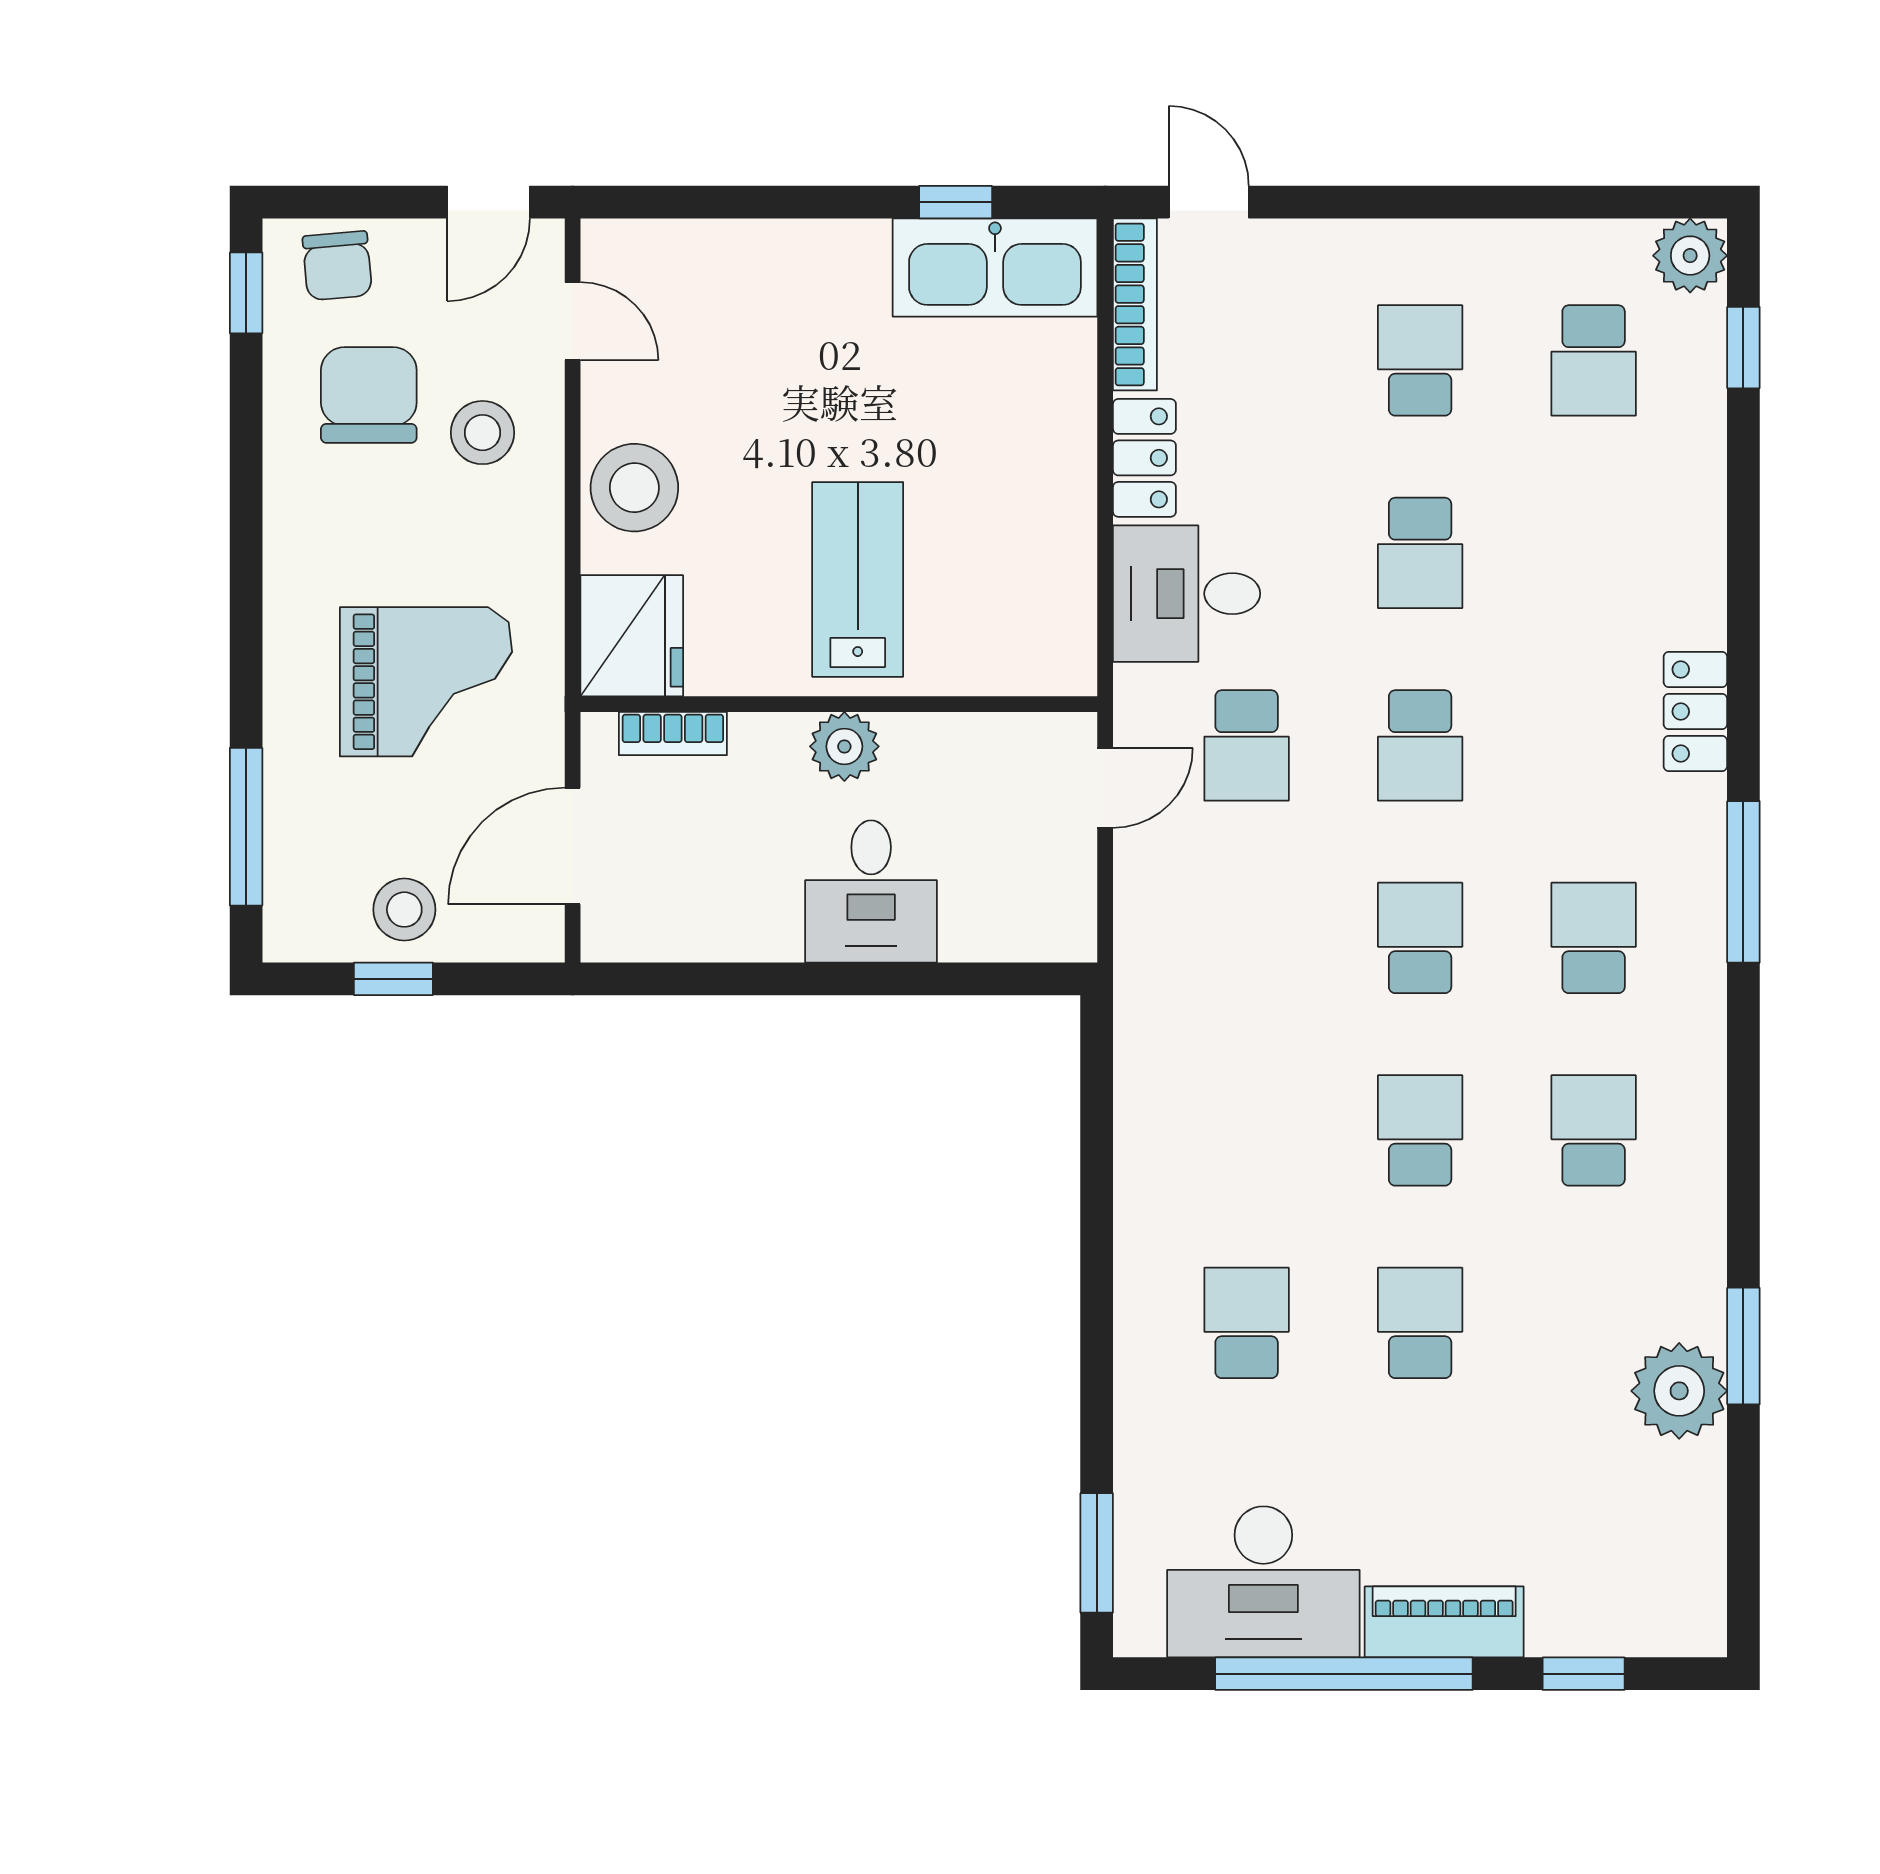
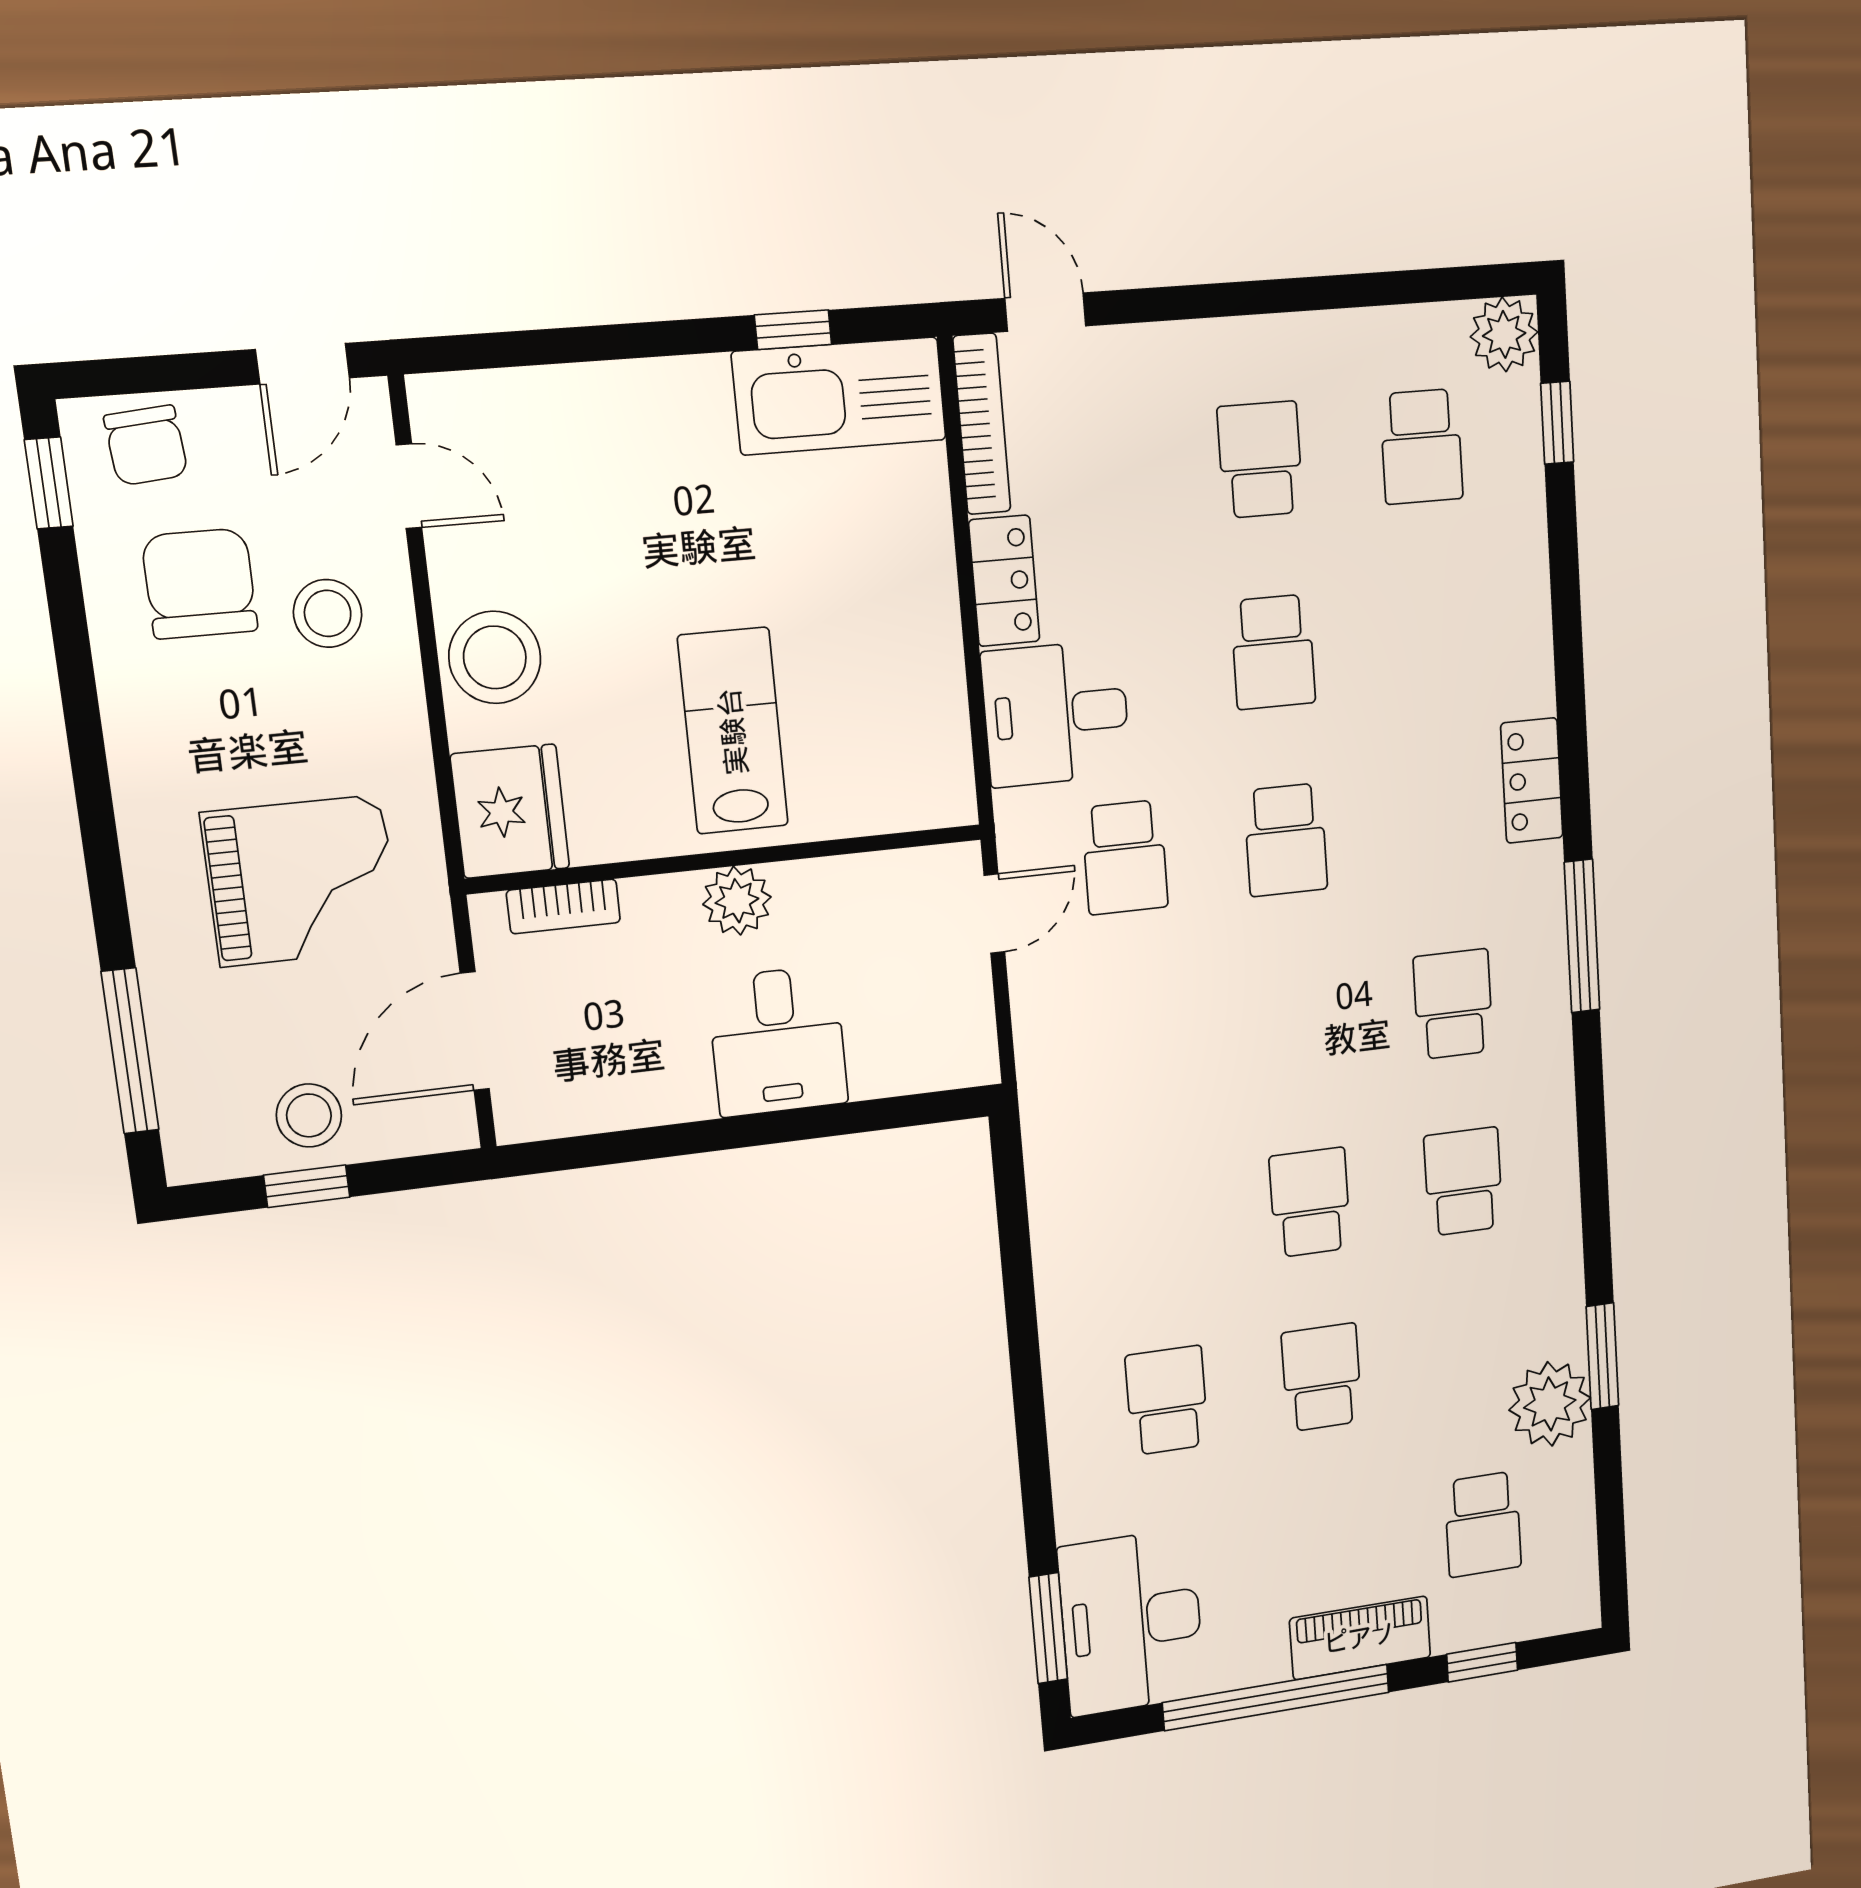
school desk: (1420, 938) -> (1483, 1524), moved, turned 180
desk: (1263, 1582) -> (1132, 1622), moved, turned 90

